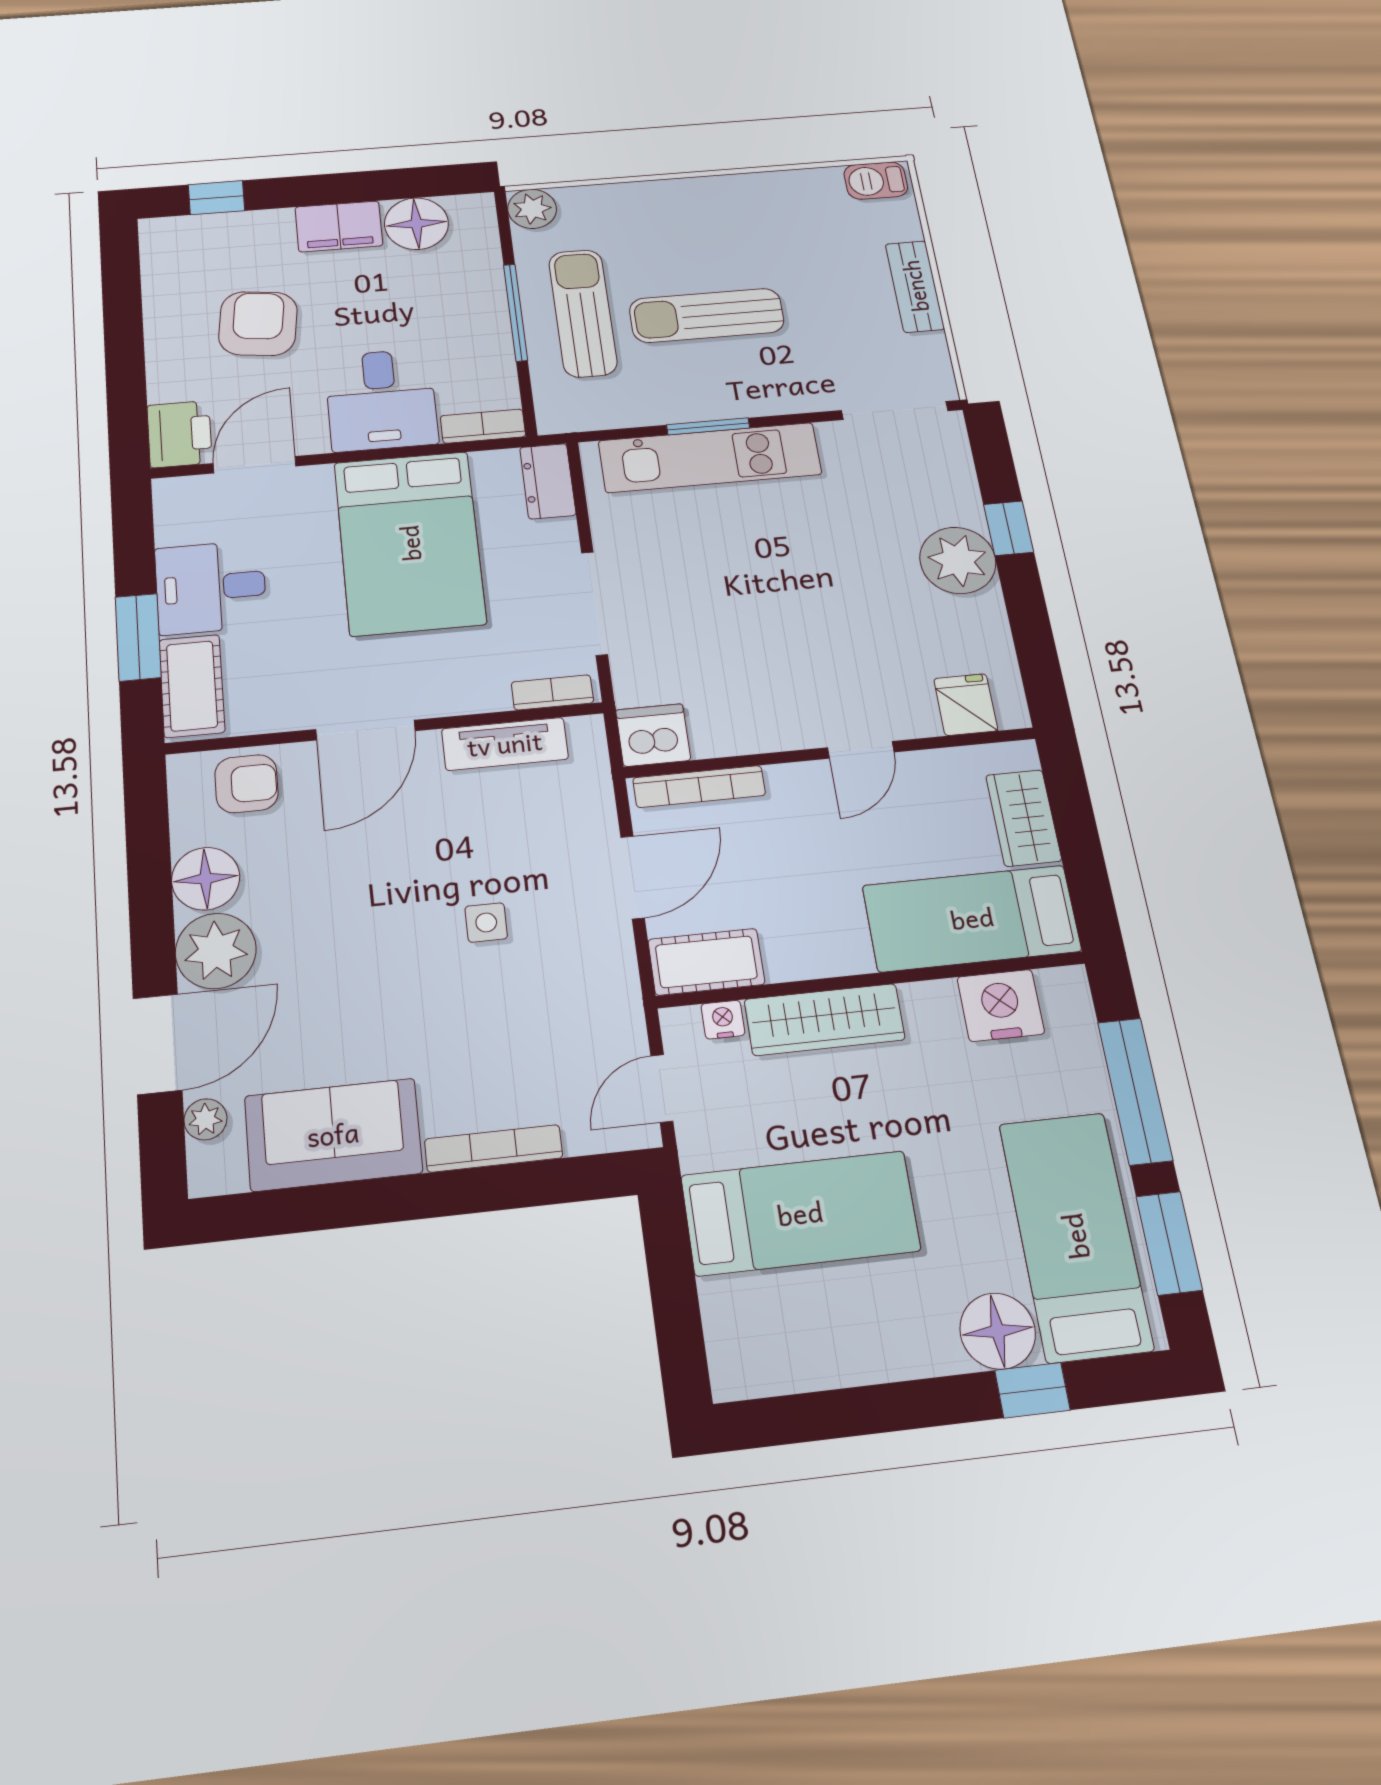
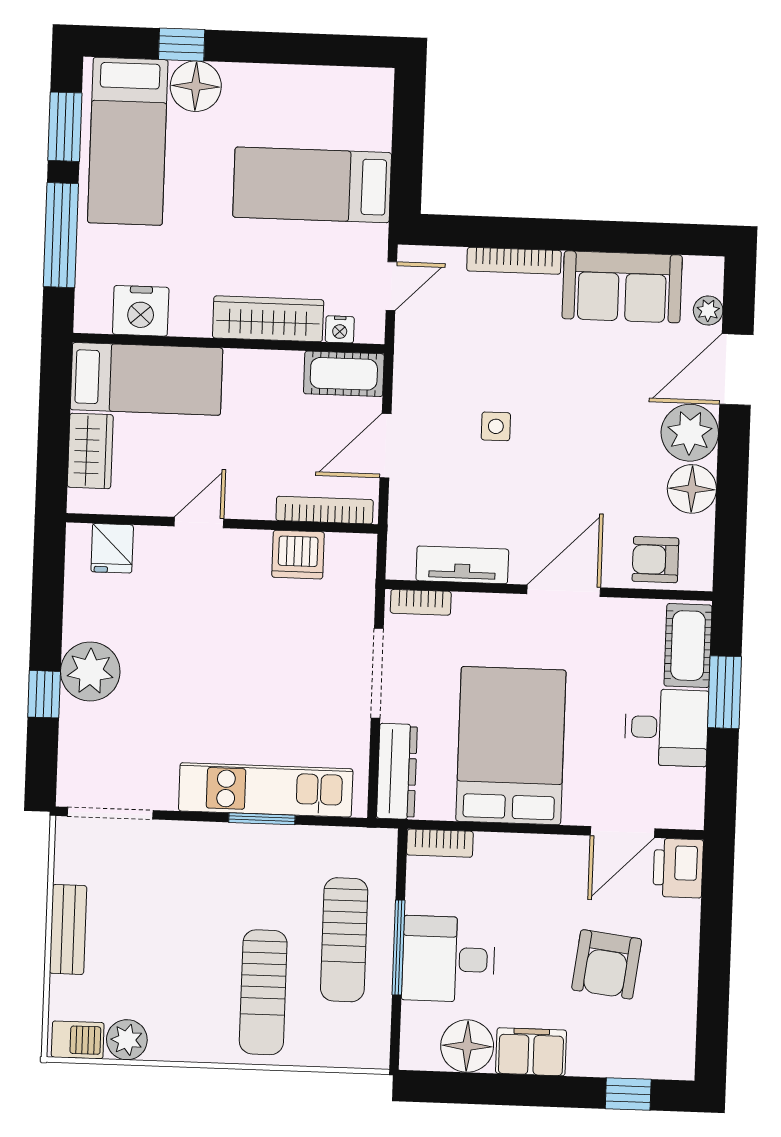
plant: (532, 209) -> (127, 1040), moved
sun lounger: (707, 315) -> (263, 992), moved, turned 90
desk: (381, 400) -> (448, 959), moved, turned -90
dresser: (548, 481) -> (397, 771), width x1.44
dishwasher: (653, 735) -> (298, 555), moved

